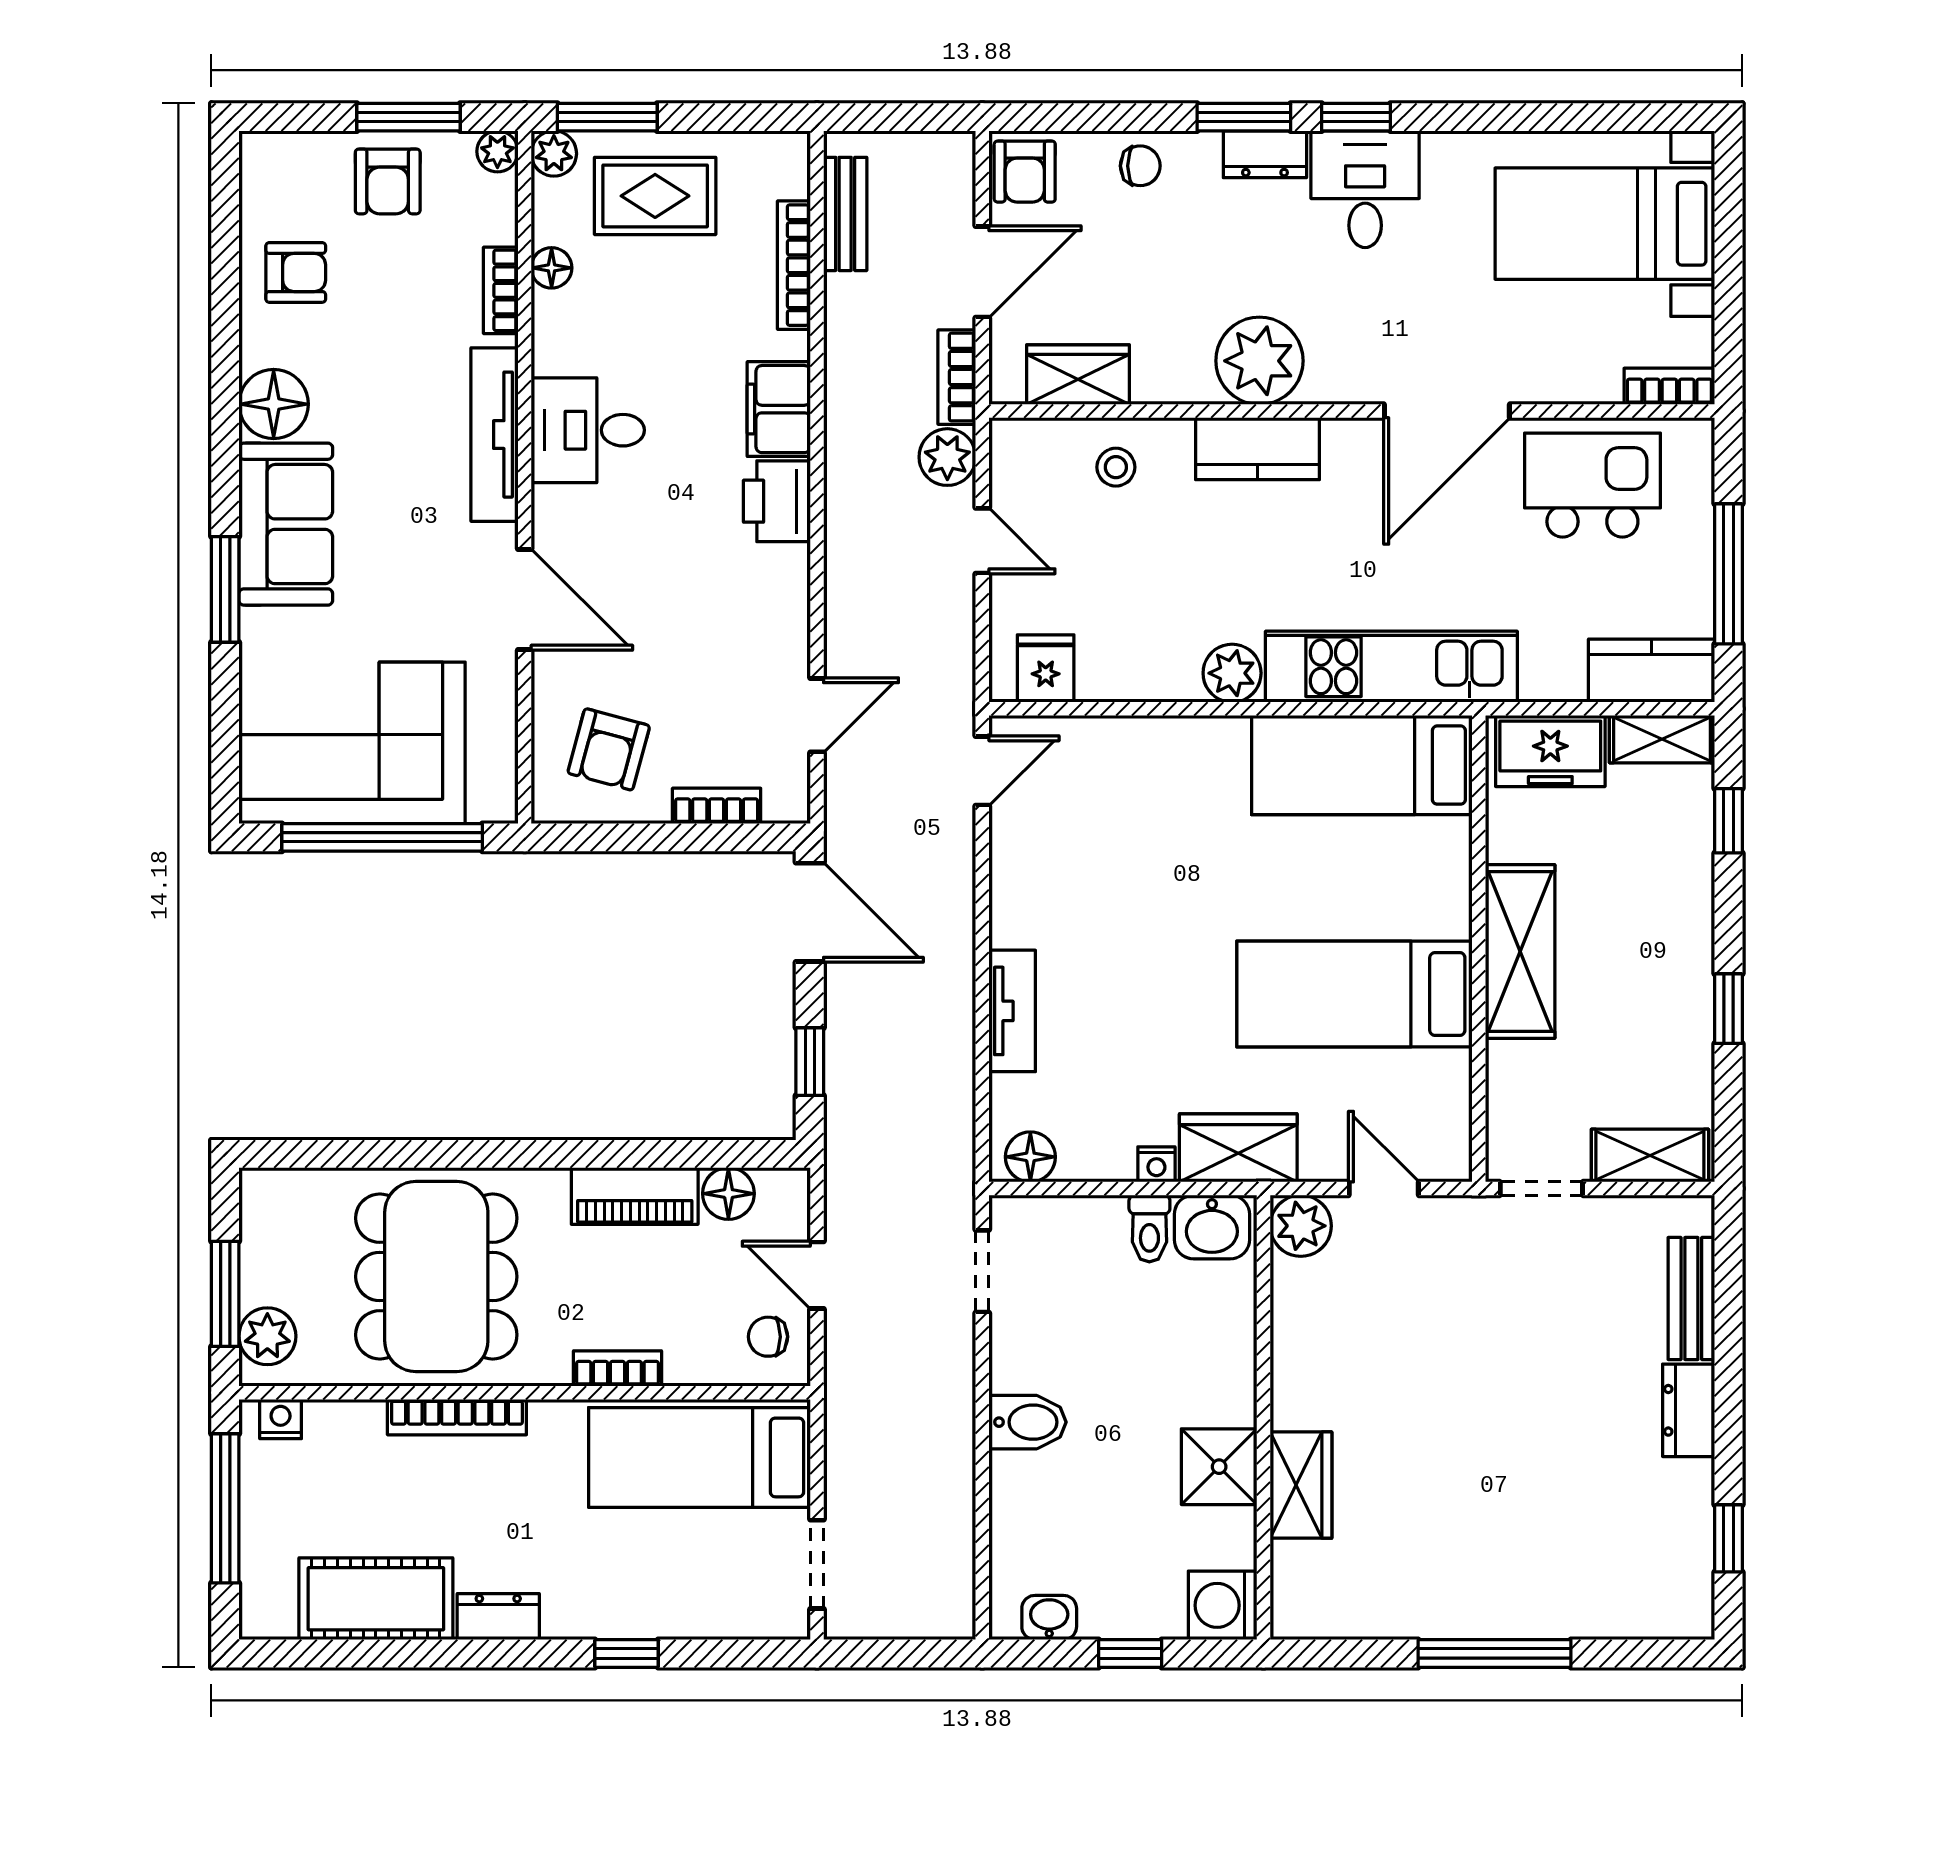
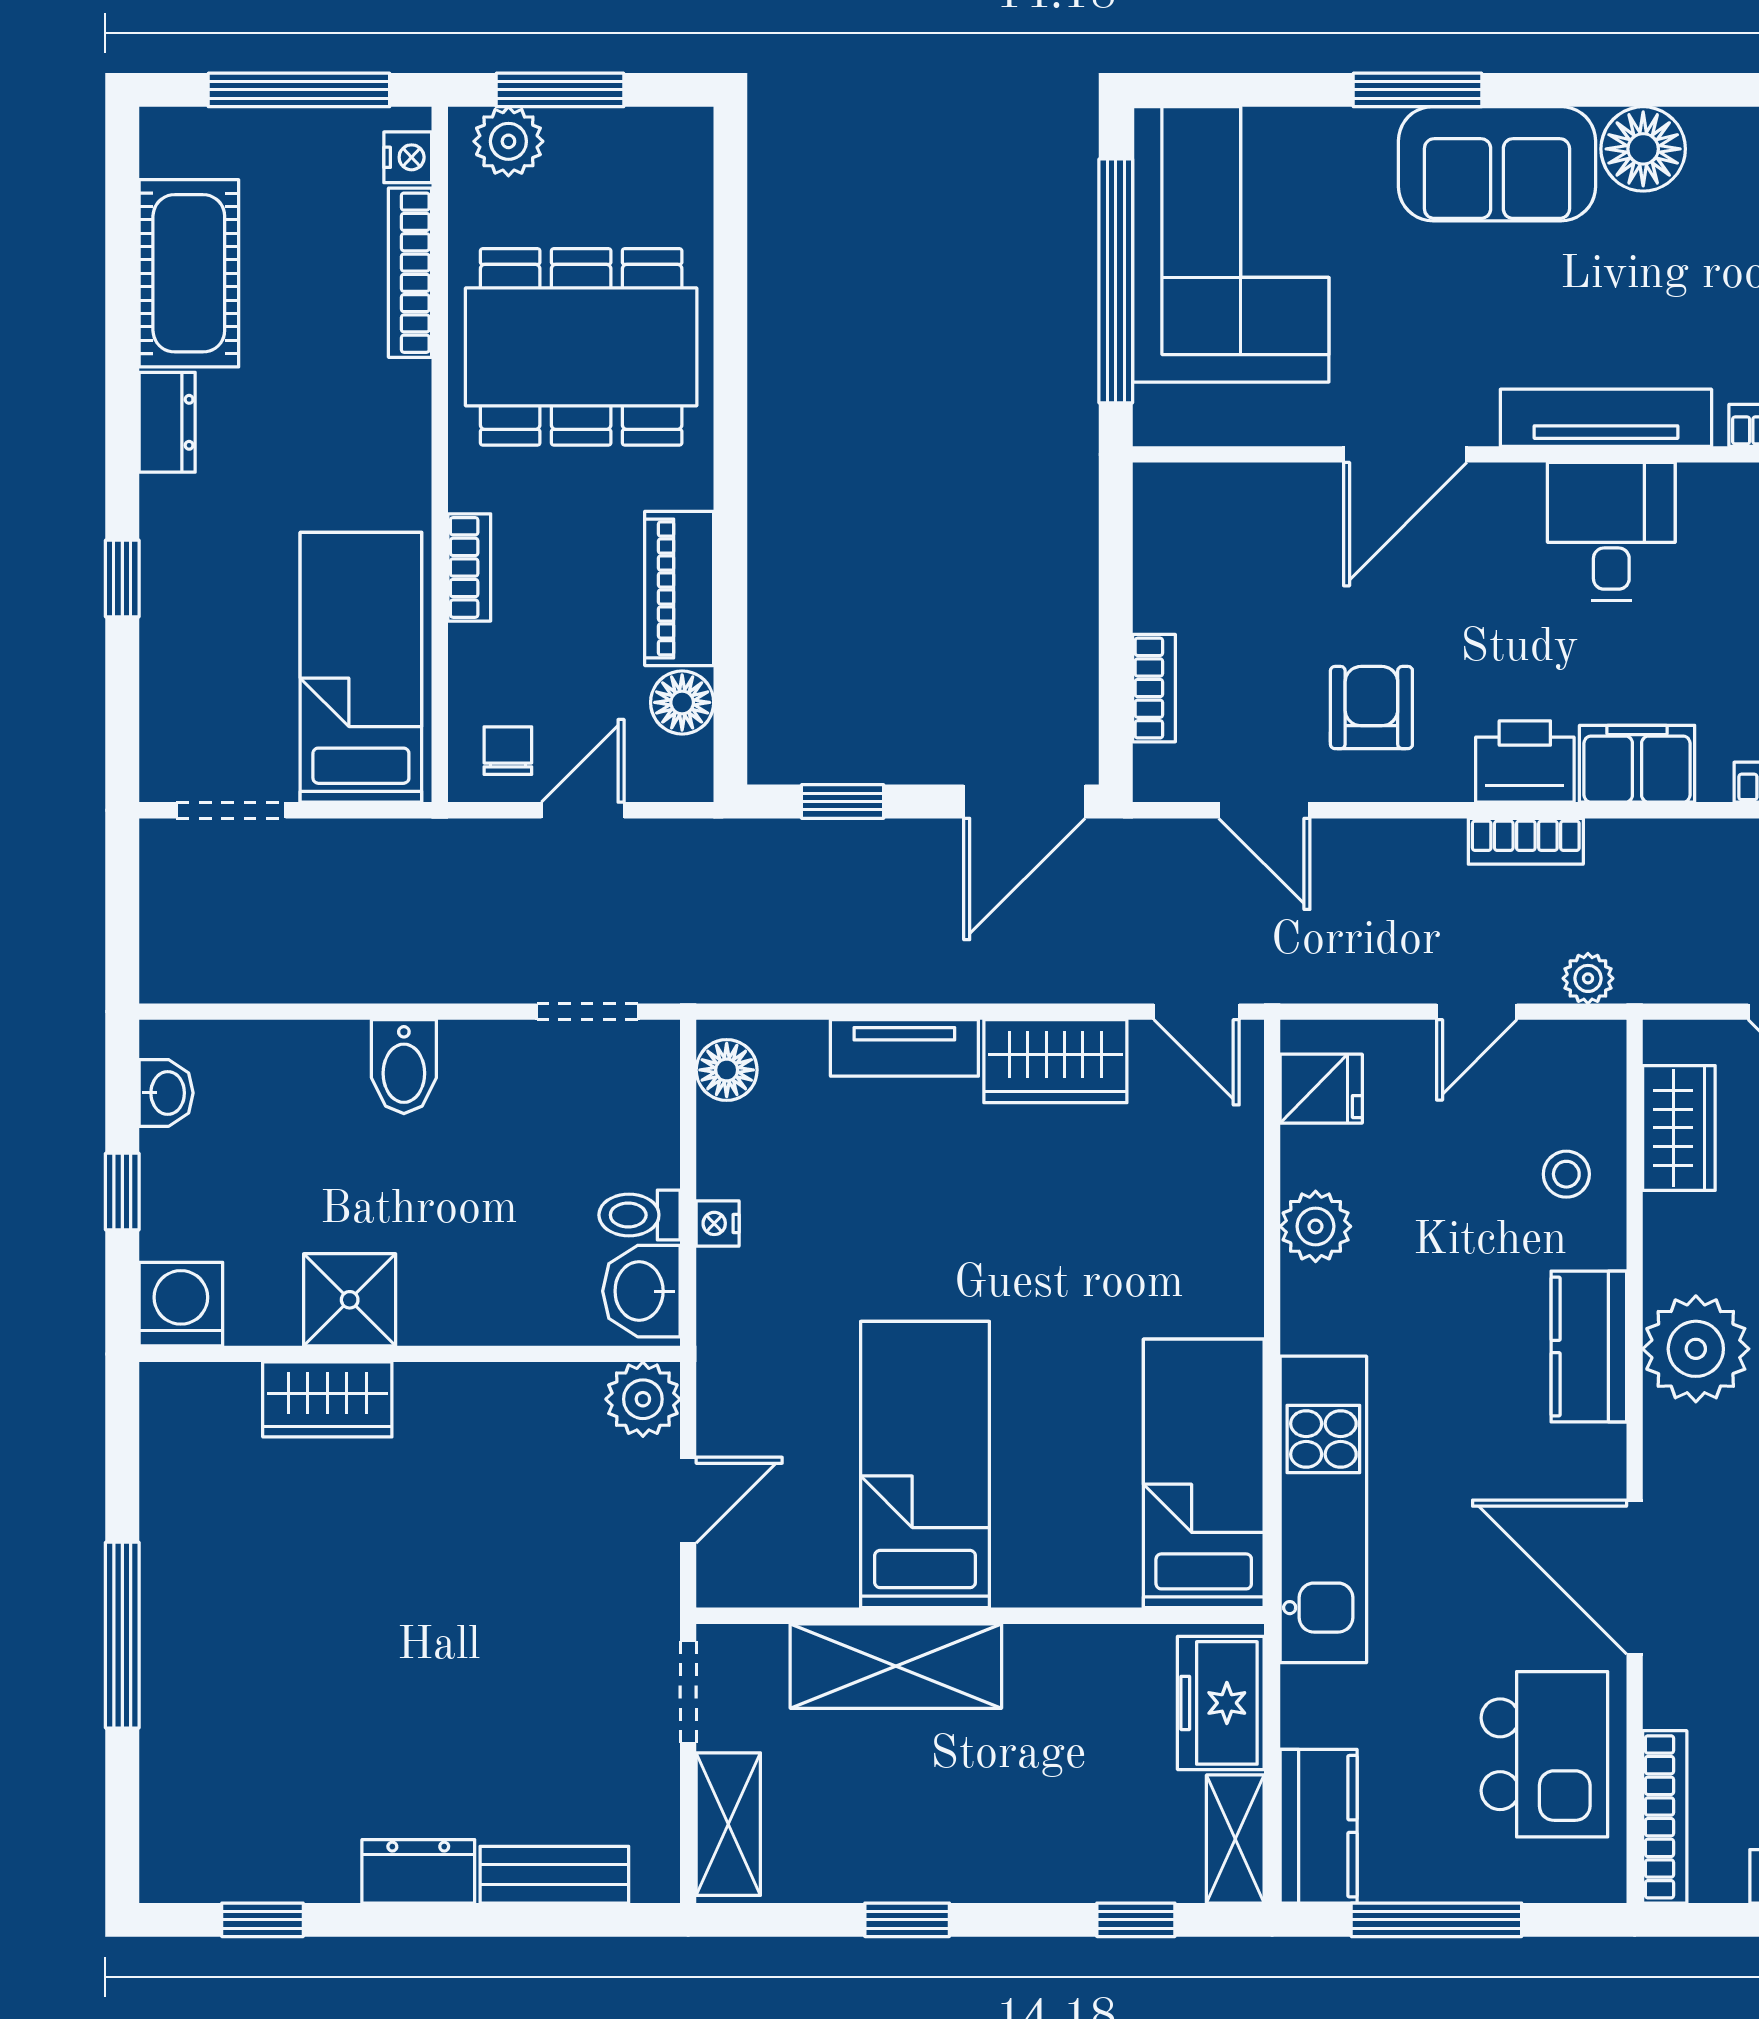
bookcase: (957, 377) -> (1526, 841), moved, turned 180
bookcase: (1669, 386) -> (1665, 1817), width x1.56
plant: (947, 457) -> (1588, 978), width x0.73, depth x0.73
plant: (1232, 673) -> (1316, 1226), moved
armchair: (609, 749) -> (1371, 708), moved, turned 75
shelving: (1520, 952) -> (896, 1666), moved
wardrobe: (1238, 1148) -> (1055, 1061), moved, turned 90
bookcase: (457, 1417) -> (410, 273), moved

